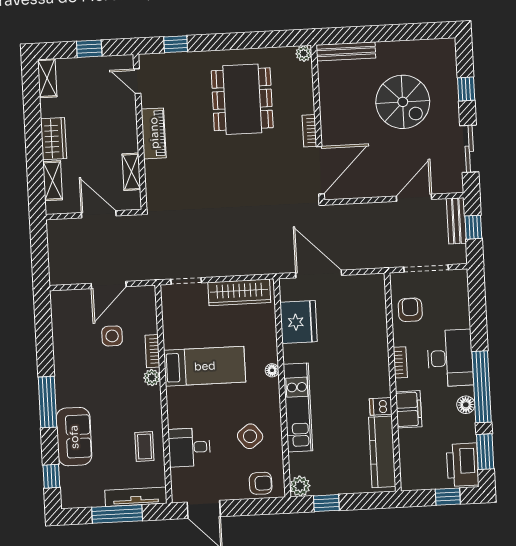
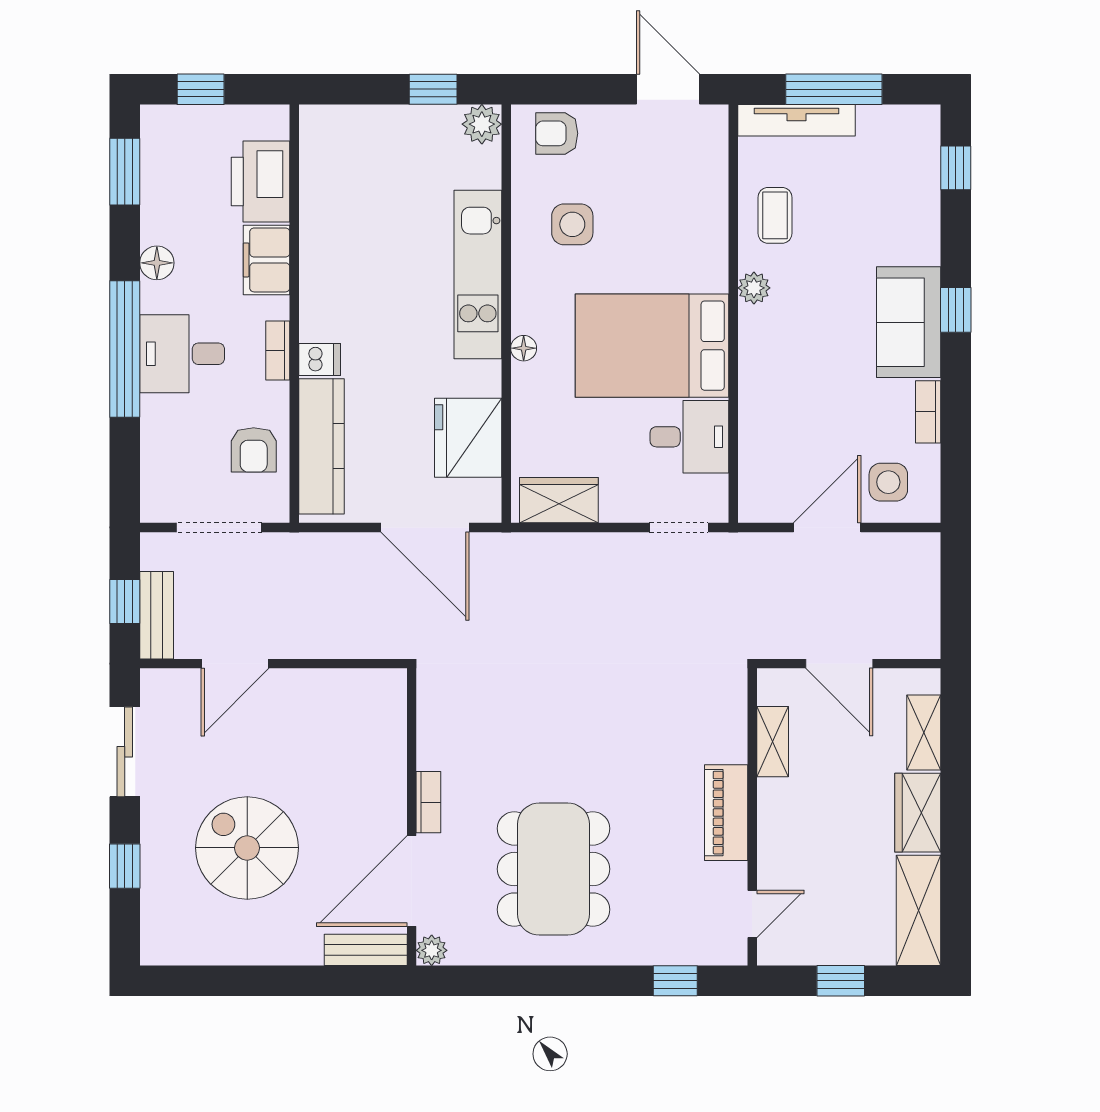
bench: (346, 51) -> (366, 950), width x0.73
shelving: (47, 78) -> (919, 910), width x1.50, depth x1.33
door: (137, 81) -> (752, 914), hinge flipped
door: (320, 170) -> (412, 881), moved
wardrobe: (239, 292) -> (559, 500), width x0.67
side table: (112, 336) -> (888, 482), moved
bookcase: (152, 351) -> (928, 412), moved, turned 180
desk: (450, 358) -> (182, 354), width x0.73
bed: (205, 366) -> (652, 346), width x1.50
plant: (152, 378) -> (754, 288), moved
window: (482, 387) -> (125, 349), moved
window: (47, 402) -> (956, 310), width x0.46
dishwasher: (381, 406) -> (320, 359), moved
side table: (250, 436) -> (572, 224), turned 38
sofa: (74, 437) -> (909, 322), moved
desk: (189, 447) -> (689, 437), moved
kitchen counter: (382, 452) -> (321, 446), moved
printer: (463, 465) -> (261, 181), moved, turned 180

